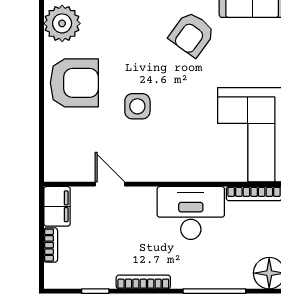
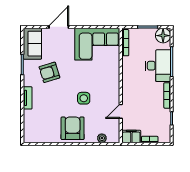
plant: (62, 23) -> (102, 138), moved, width x0.53, depth x0.53
armchair: (192, 34) -> (49, 72), turned 127
desk: (191, 213) -> (158, 66), moved, turned 180

